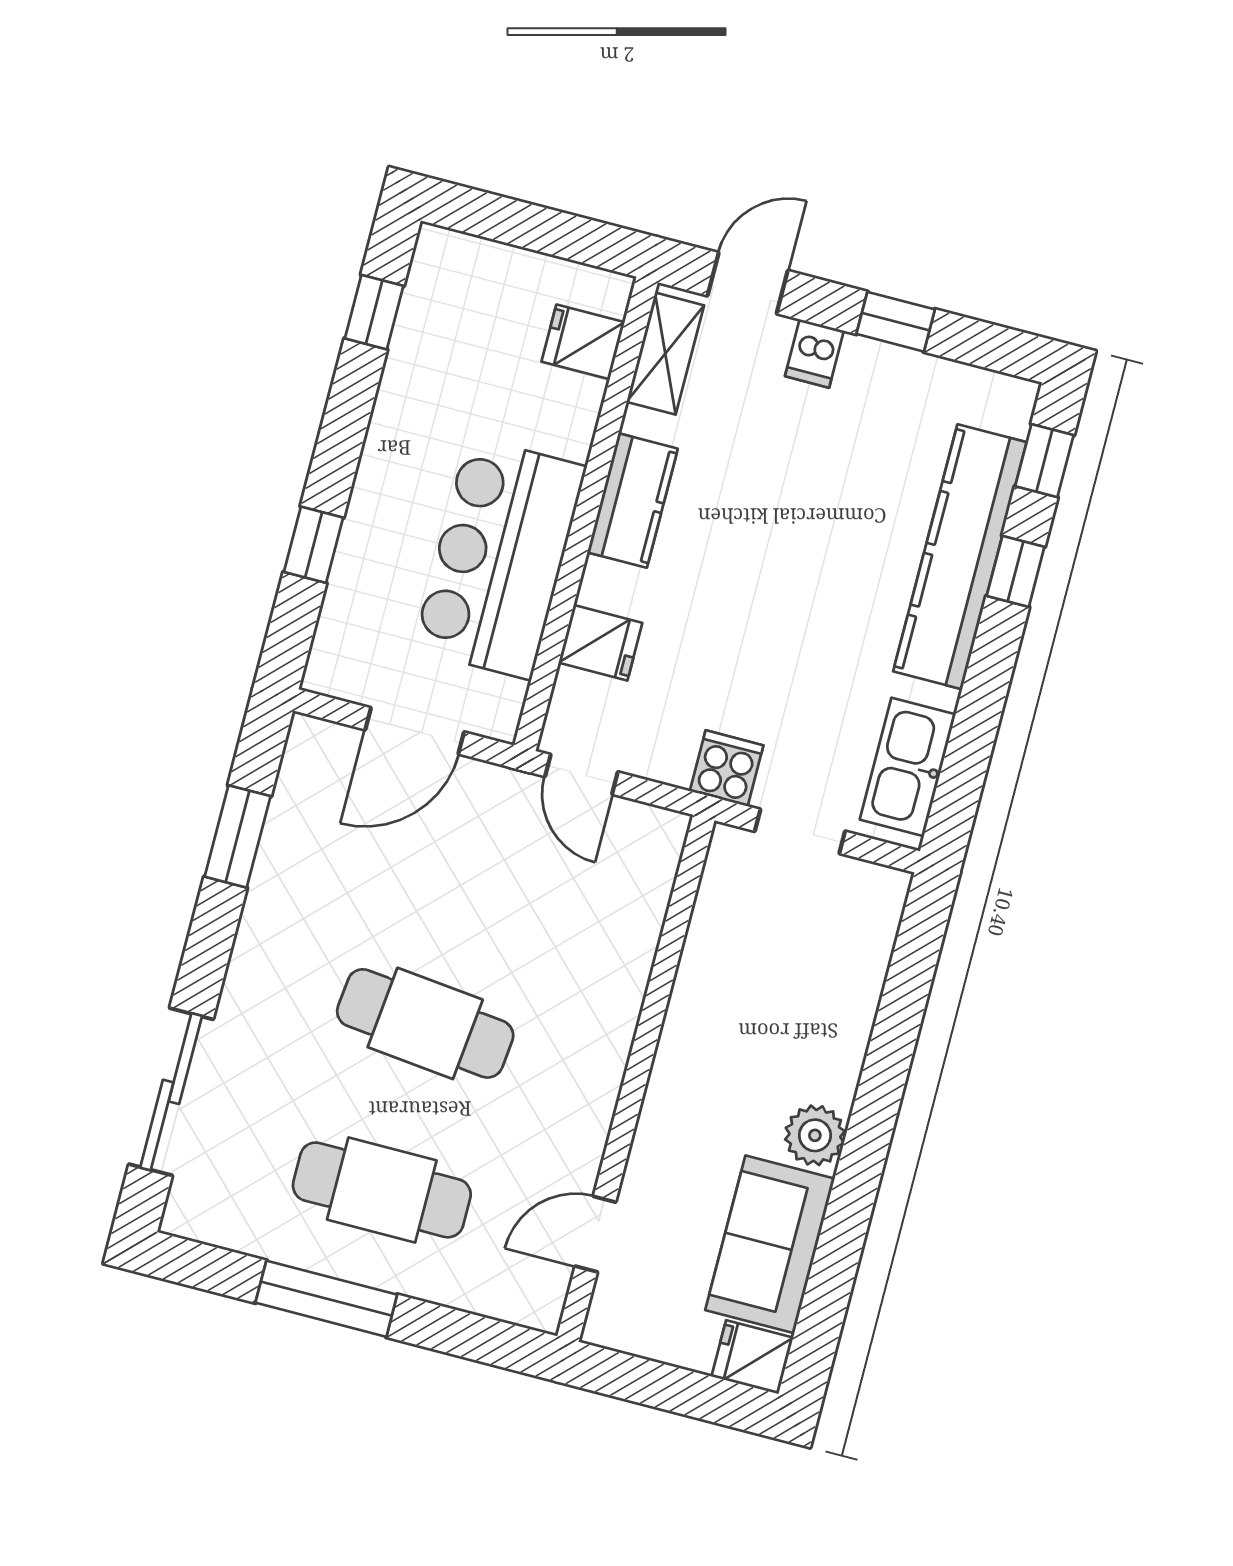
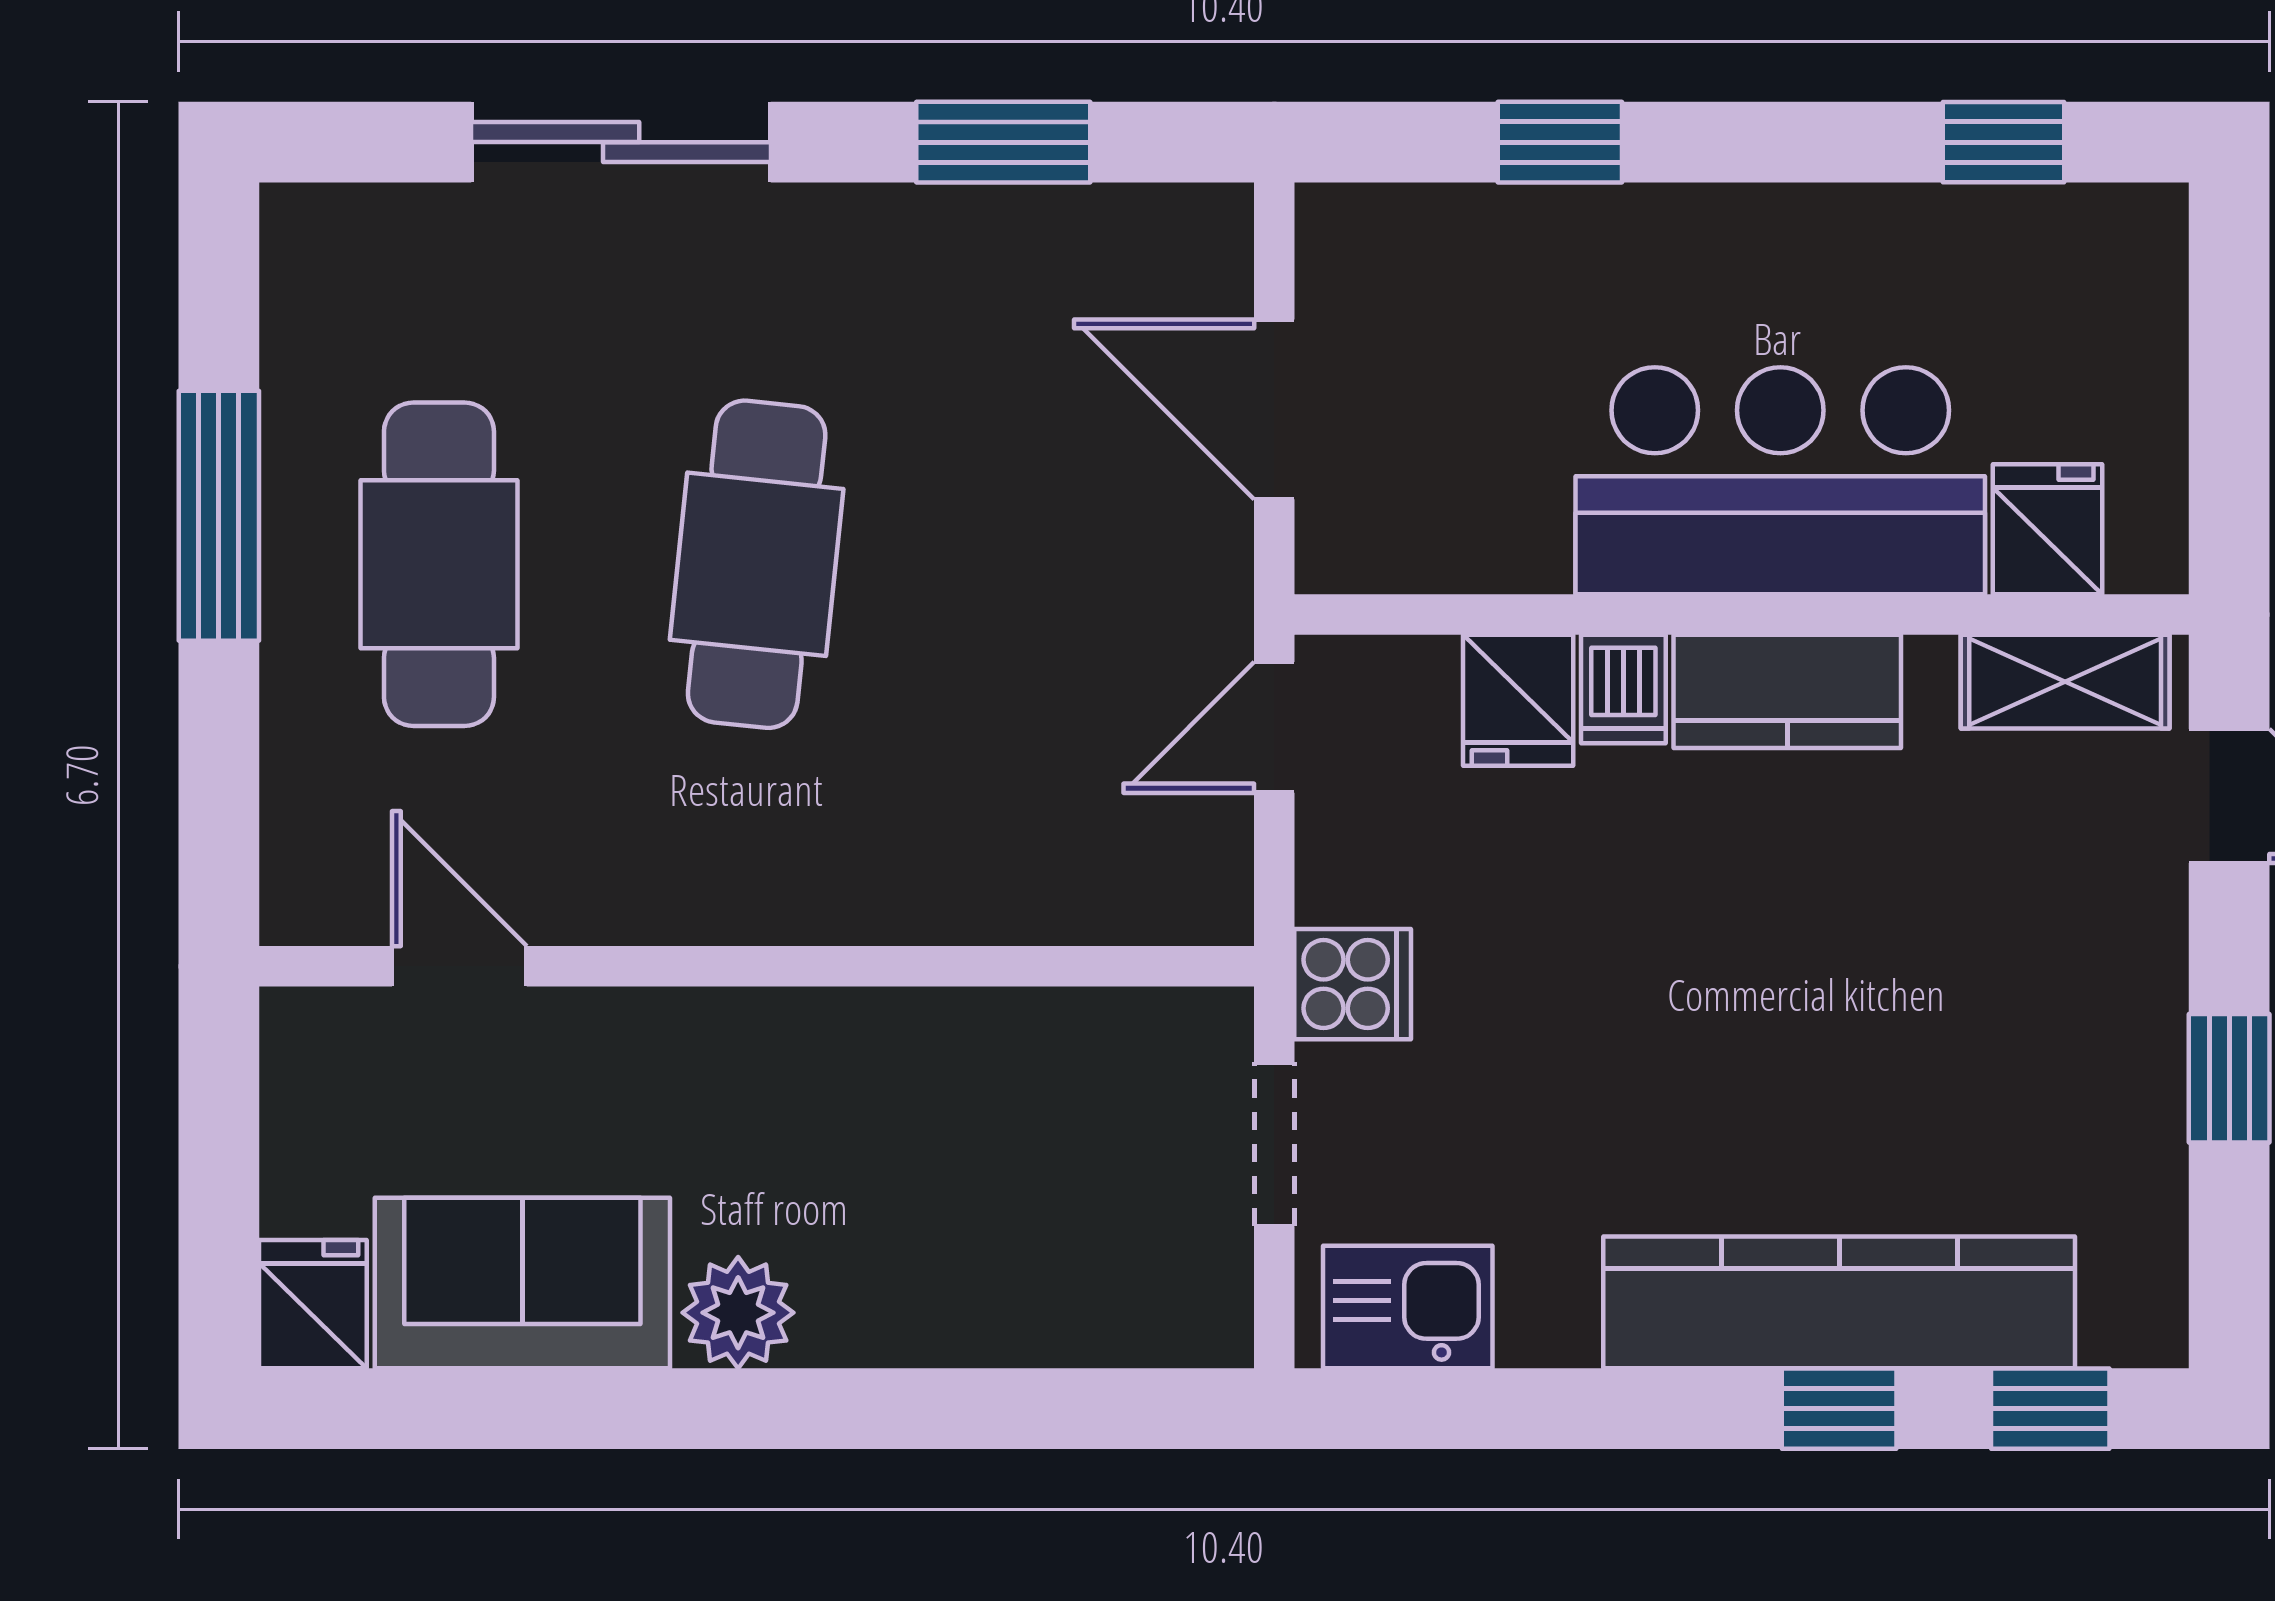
dishwasher: (814, 353) -> (1623, 689), moved, turned -90
bar counter: (500, 558) -> (1780, 481), moved
kitchen sink: (908, 767) -> (1408, 1307), width x0.73
sliding door: (171, 1092) -> (621, 142), moved

